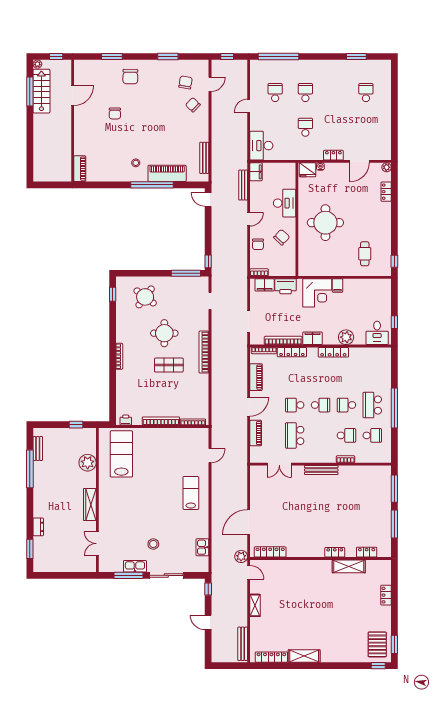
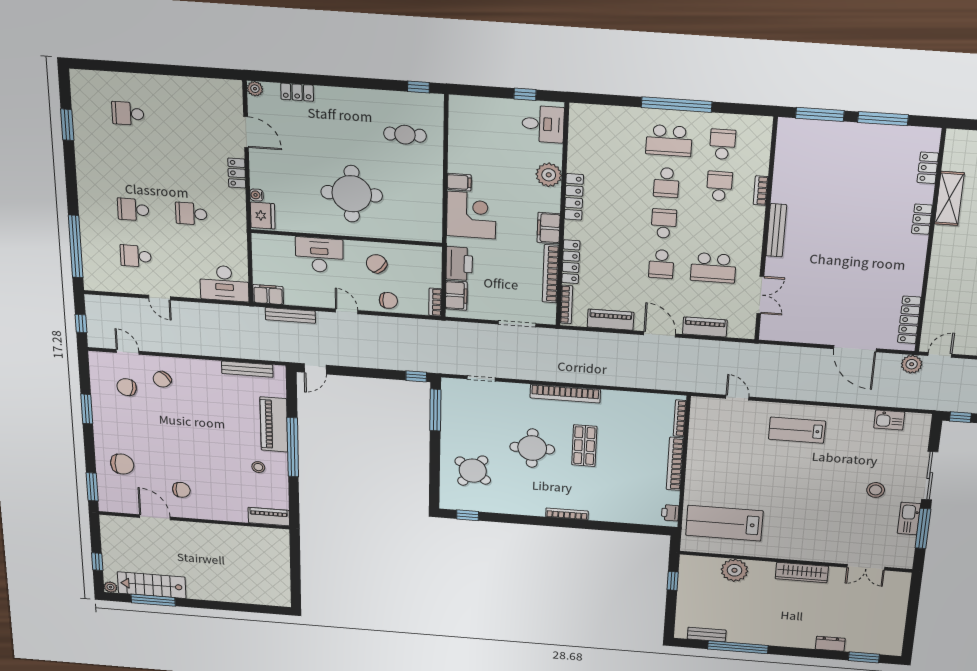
door: (73, 96) -> (155, 517), moved
wall: (73, 121) -> (194, 520), moved
piano: (80, 169) -> (269, 517), moved

